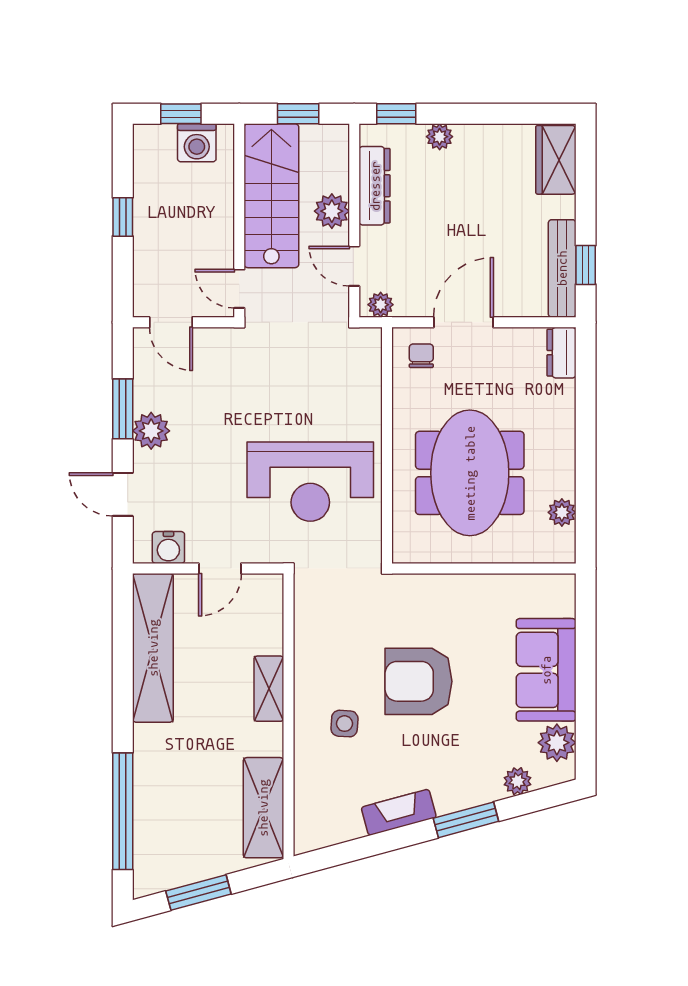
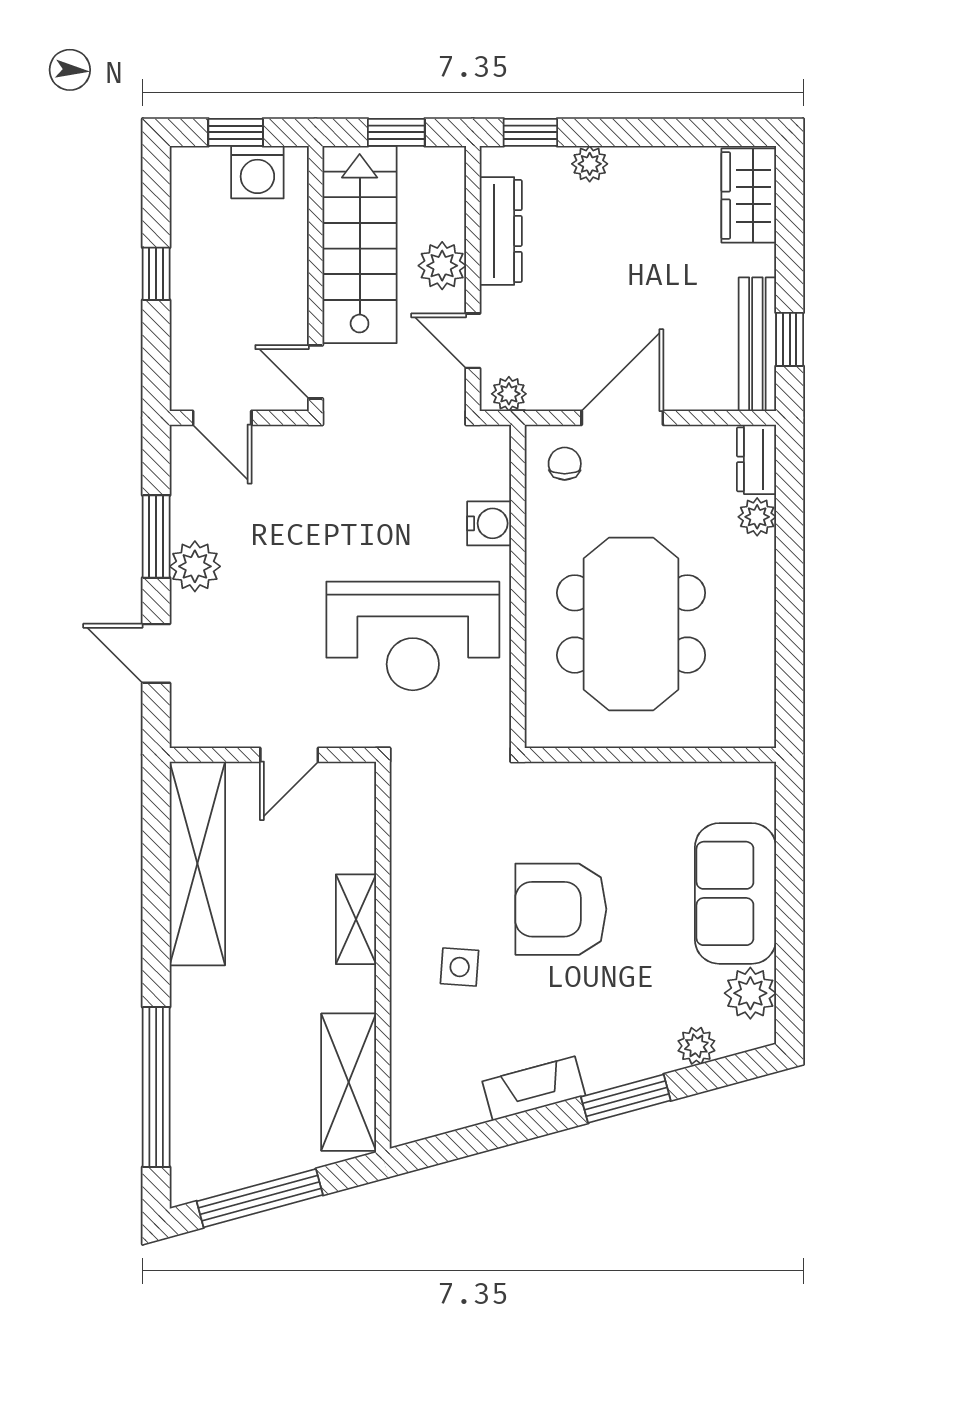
plant: (562, 512) -> (757, 517), moved
water cooler: (168, 547) -> (489, 523), moved, turned -90
window: (198, 893) -> (260, 1198), width x1.44

